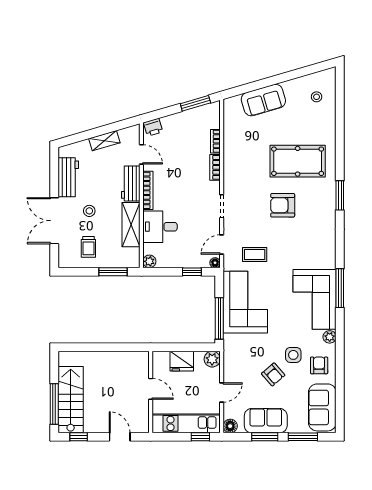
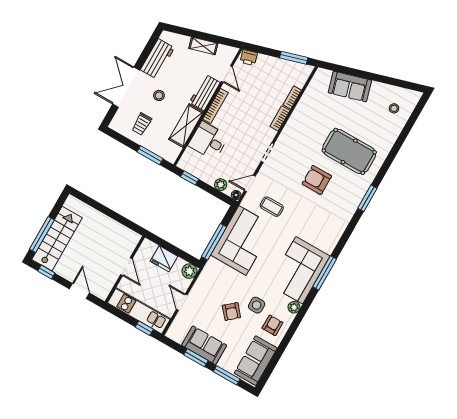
plant: (149, 261) -> (221, 185), moved
window: (192, 272) -> (190, 178), moved
door: (222, 392) -> (182, 302), swing flipped
floor lamp: (230, 426) -> (173, 333), removed

